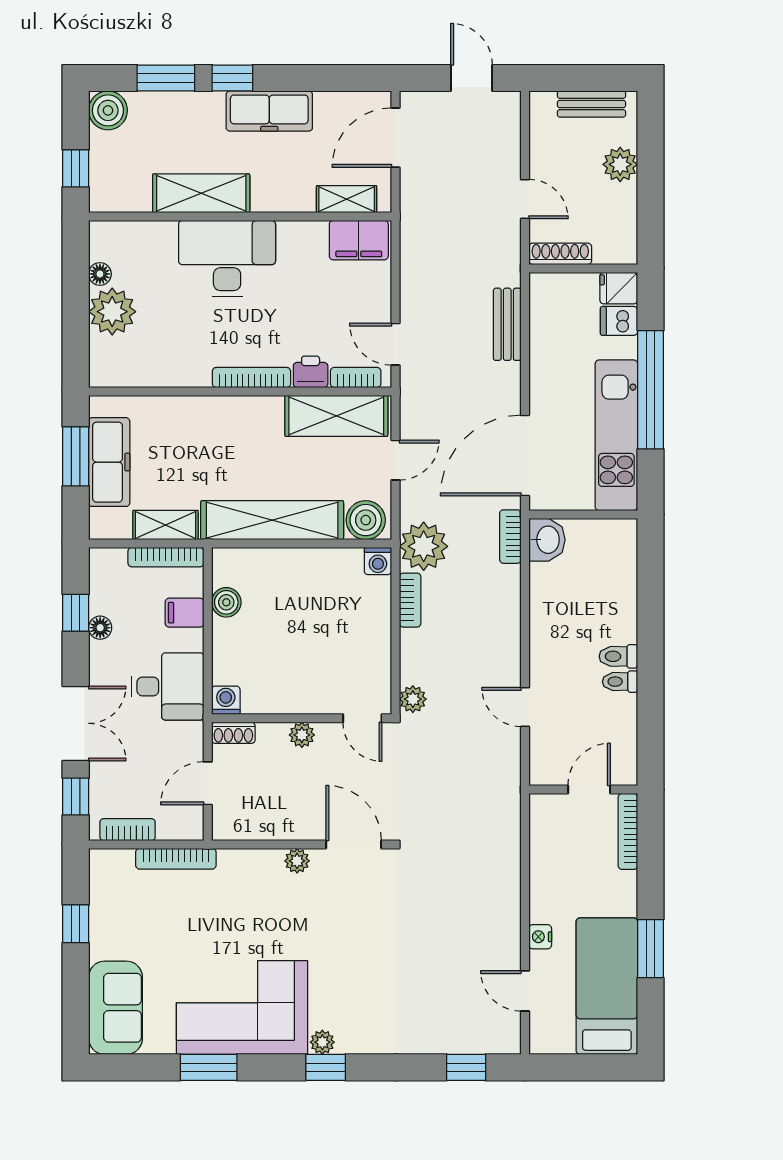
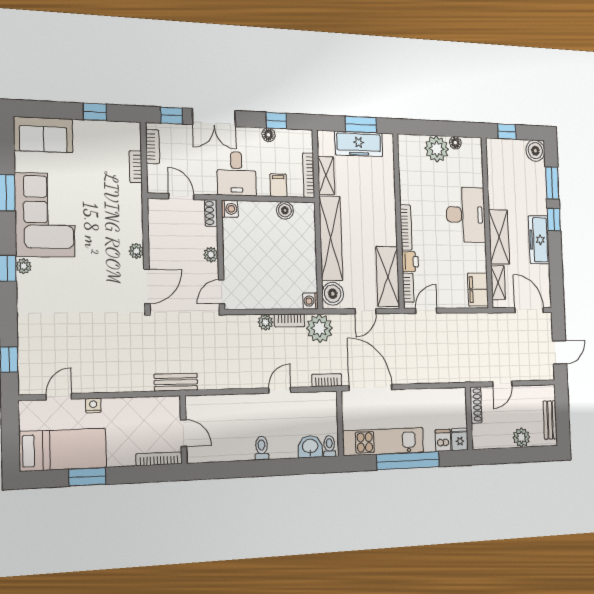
shelving: (201, 193) -> (499, 237), moved
bench: (507, 324) -> (176, 382), moved
door: (395, 460) -> (366, 311), hinge flipped
washbasin: (547, 540) -> (310, 447), moved, turned 180
toilet: (620, 682) -> (329, 446), moved
plant: (413, 699) -> (265, 322), moved
door: (525, 707) -> (280, 390), moved
bookcase: (176, 859) -> (136, 167), width x0.64

